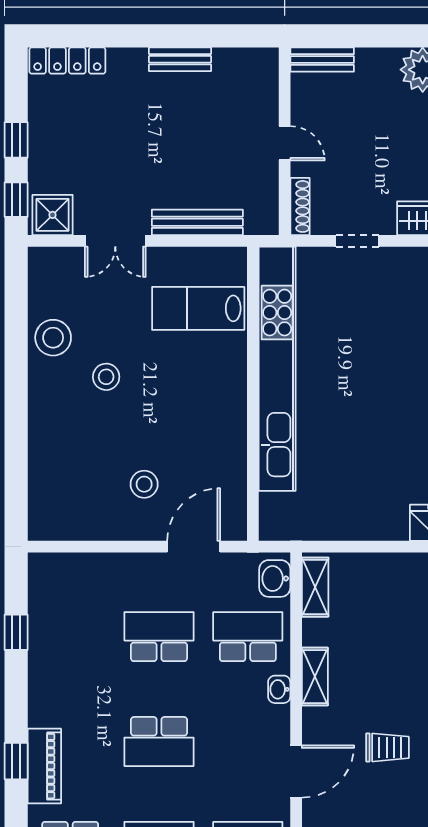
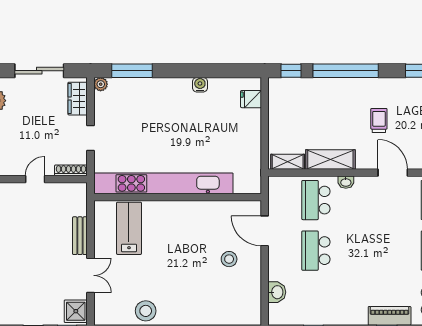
bench: (197, 222) -> (80, 236), width x0.73
lab bench: (198, 308) -> (129, 228), turned 180
stool: (106, 377) -> (168, 281), removed
washbasin: (275, 578) -> (277, 292), moved, turned -90
shelving: (315, 677) -> (330, 159), width x1.50, depth x1.33
school desk: (159, 741) -> (376, 251), removed

